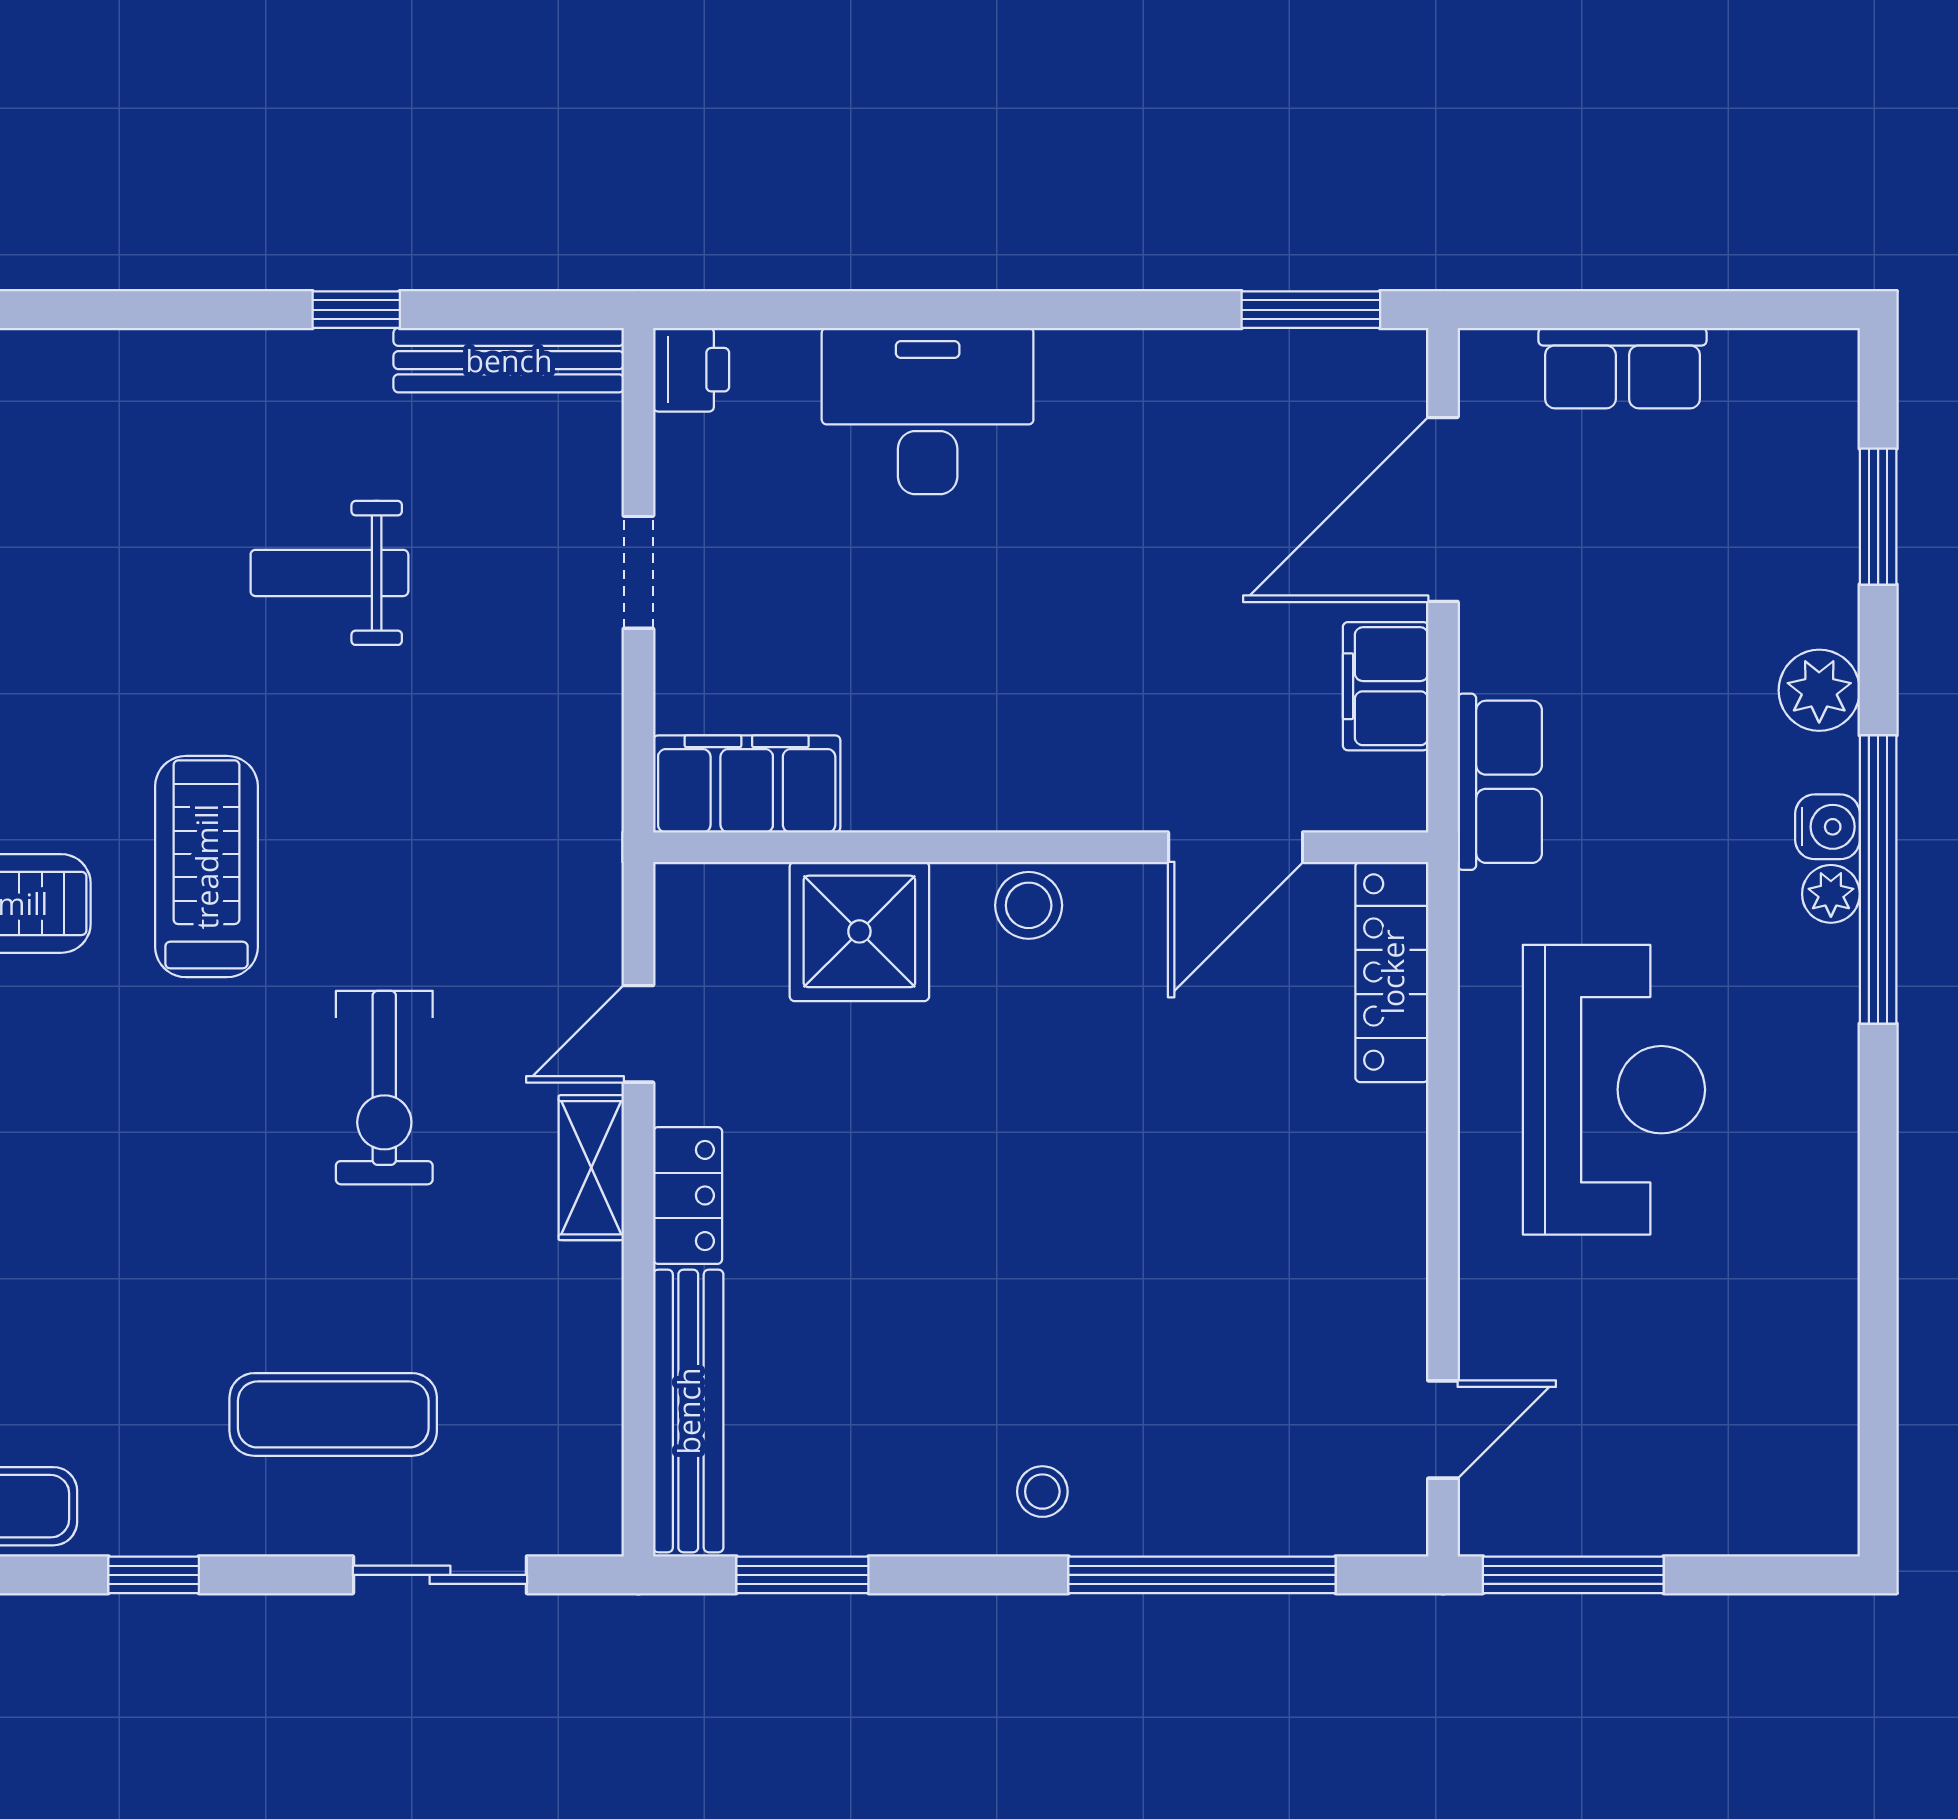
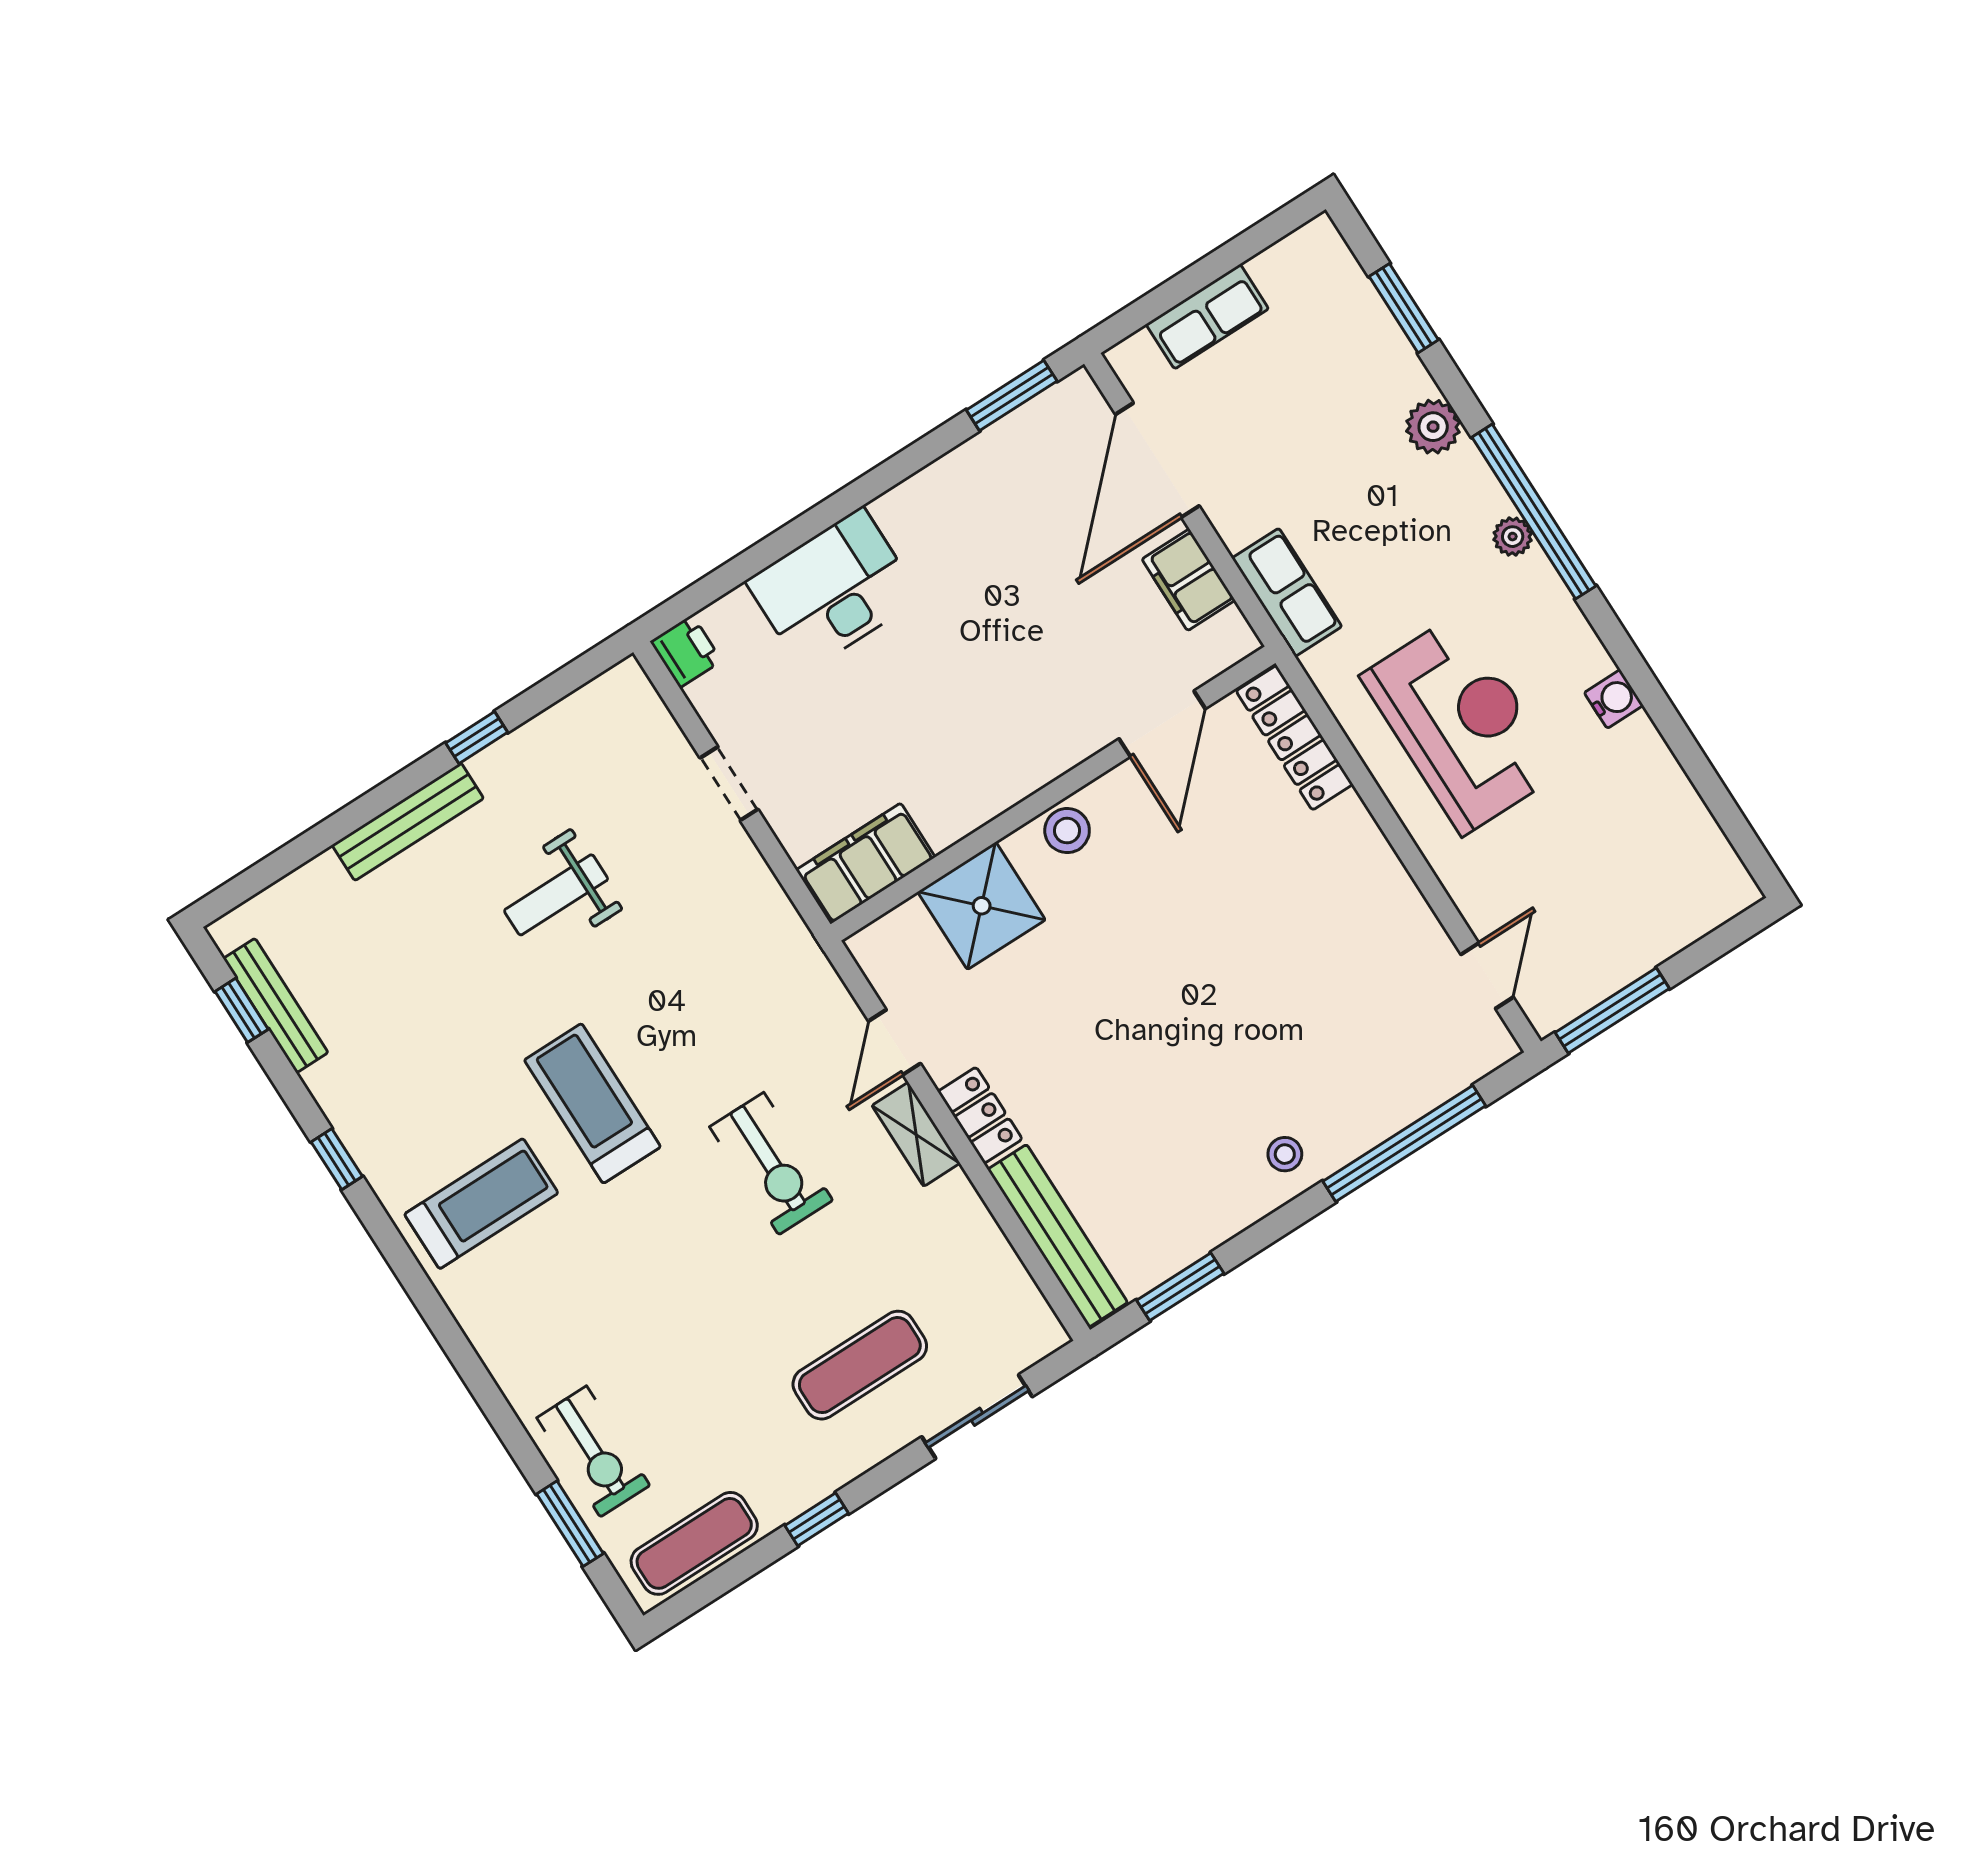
bench: (509, 360) -> (408, 822), moved
water cooler: (1827, 827) -> (1614, 699), moved

